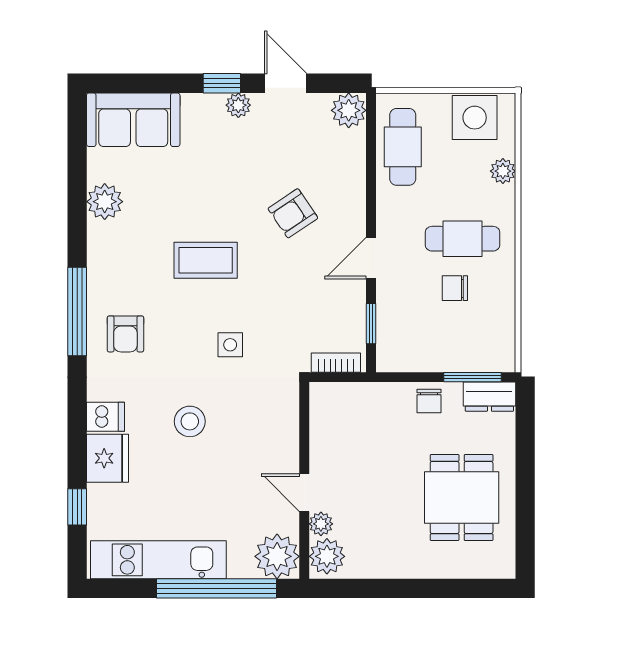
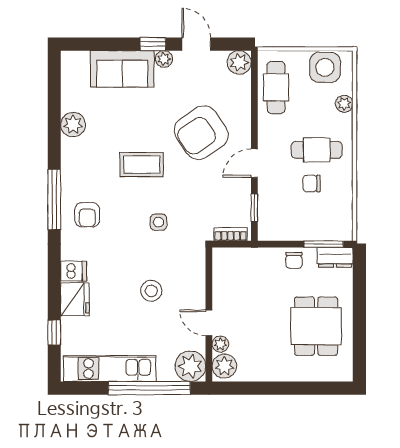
sofa: (133, 120) -> (122, 69), moved
armchair: (293, 213) -> (201, 133), width x1.88, depth x1.88
stool: (190, 421) -> (151, 291), moved

